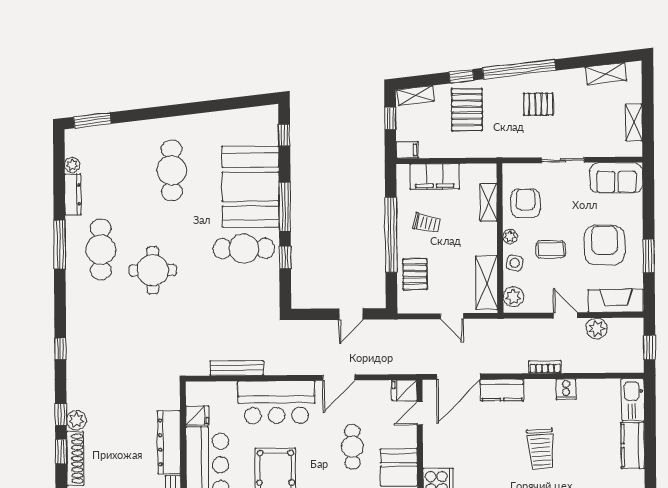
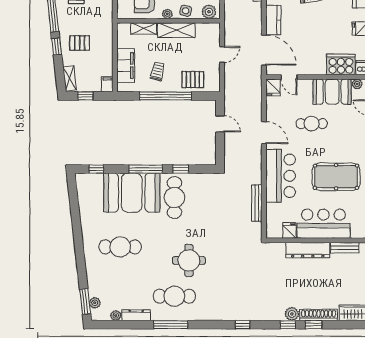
pallet: (467, 110) -> (80, 43), width x0.67, depth x0.71
plant: (90, 134) -> (95, 303), added
shelving: (487, 283) -> (176, 30), moved

